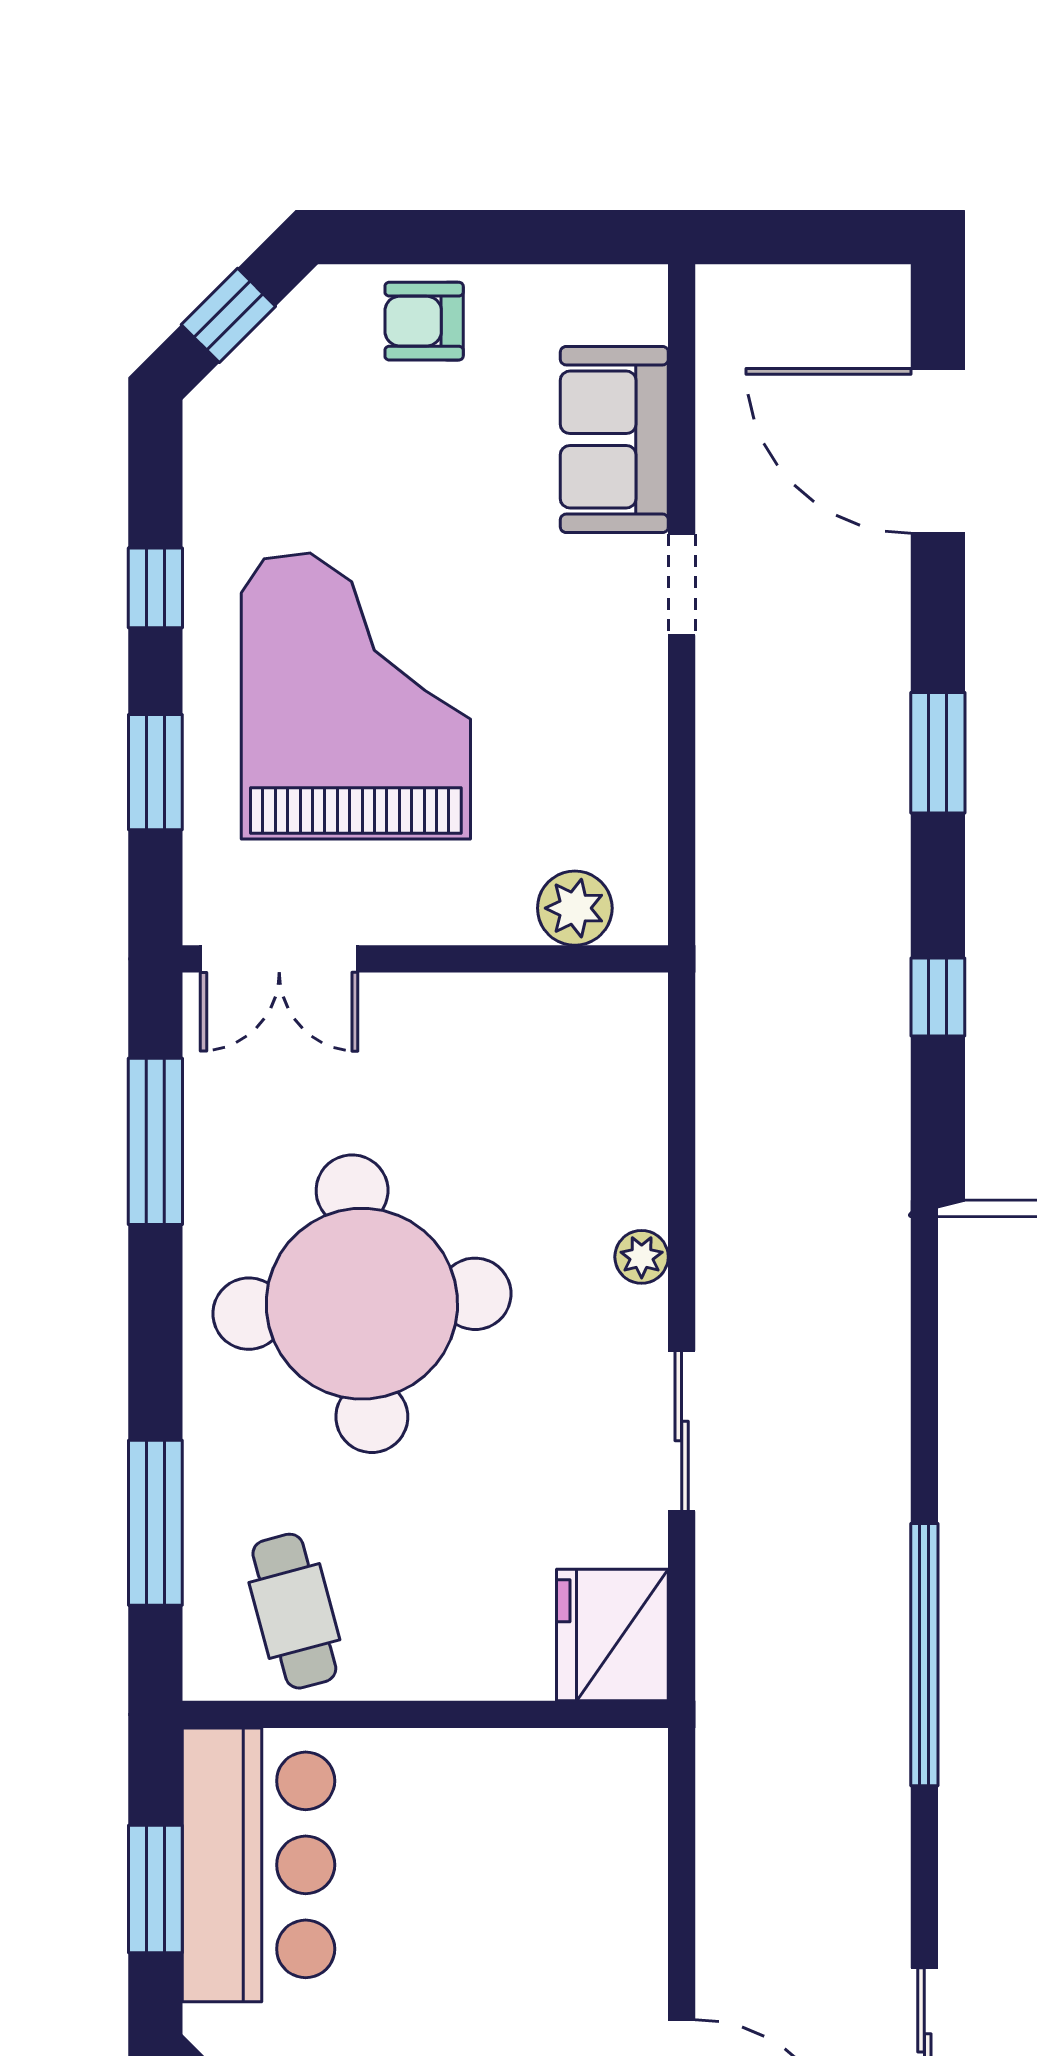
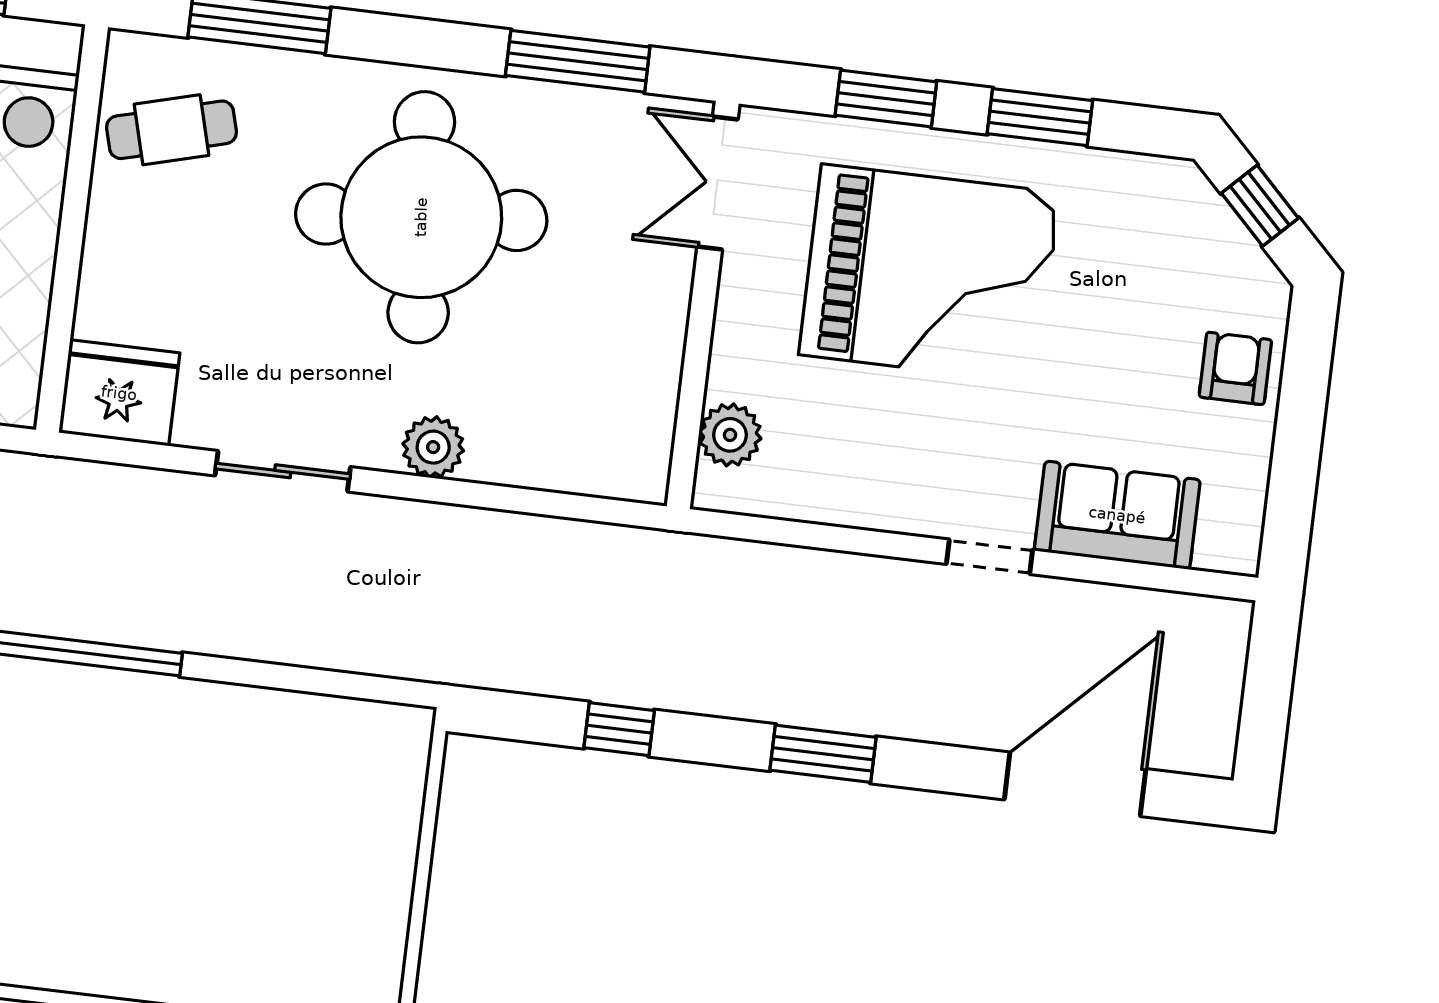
window: (155, 588) -> (1040, 117), width x1.50
plant: (642, 1257) -> (433, 447), width x1.38, depth x1.38

